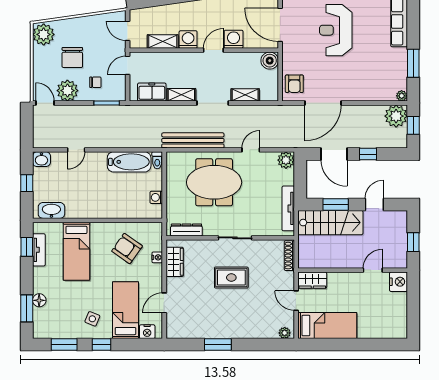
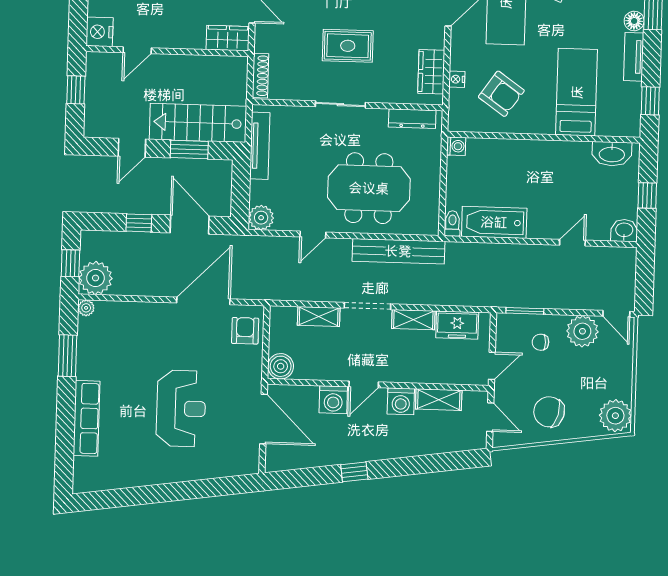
chair: (72, 57) -> (549, 412), moved, turned -75
washing machine: (156, 197) -> (456, 146), moved
tv unit: (39, 250) -> (634, 57), moved

